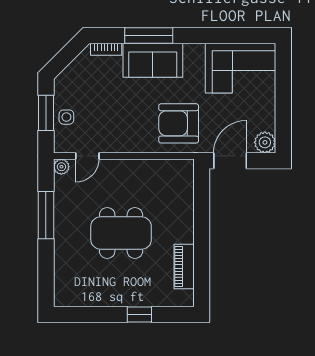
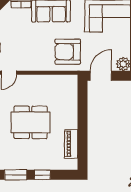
window: (98, 314) -> (16, 175), added

